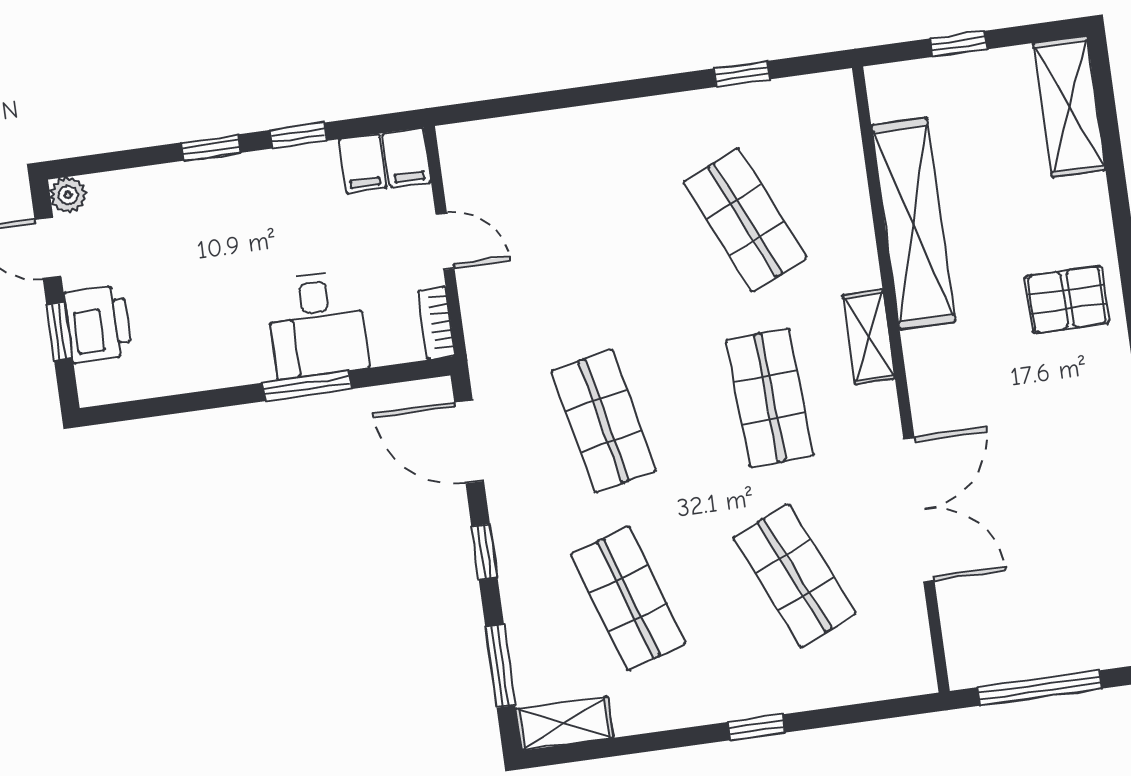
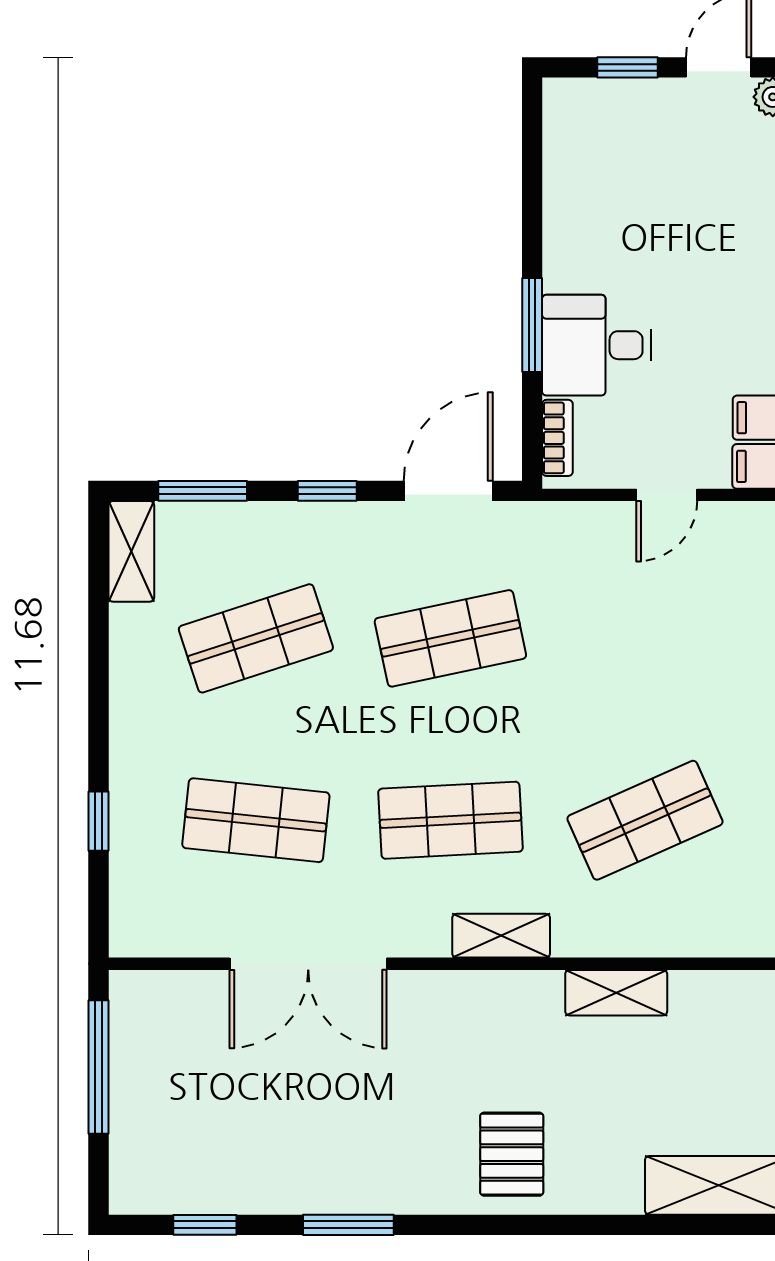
shelving: (913, 223) -> (616, 993), width x0.45, depth x0.75
bookcase: (437, 323) -> (557, 438), moved, turned 90
printer: (98, 324) -> (630, 110), removed
shop shelf: (794, 575) -> (256, 820), turned 30
window: (757, 727) -> (99, 821), moved

